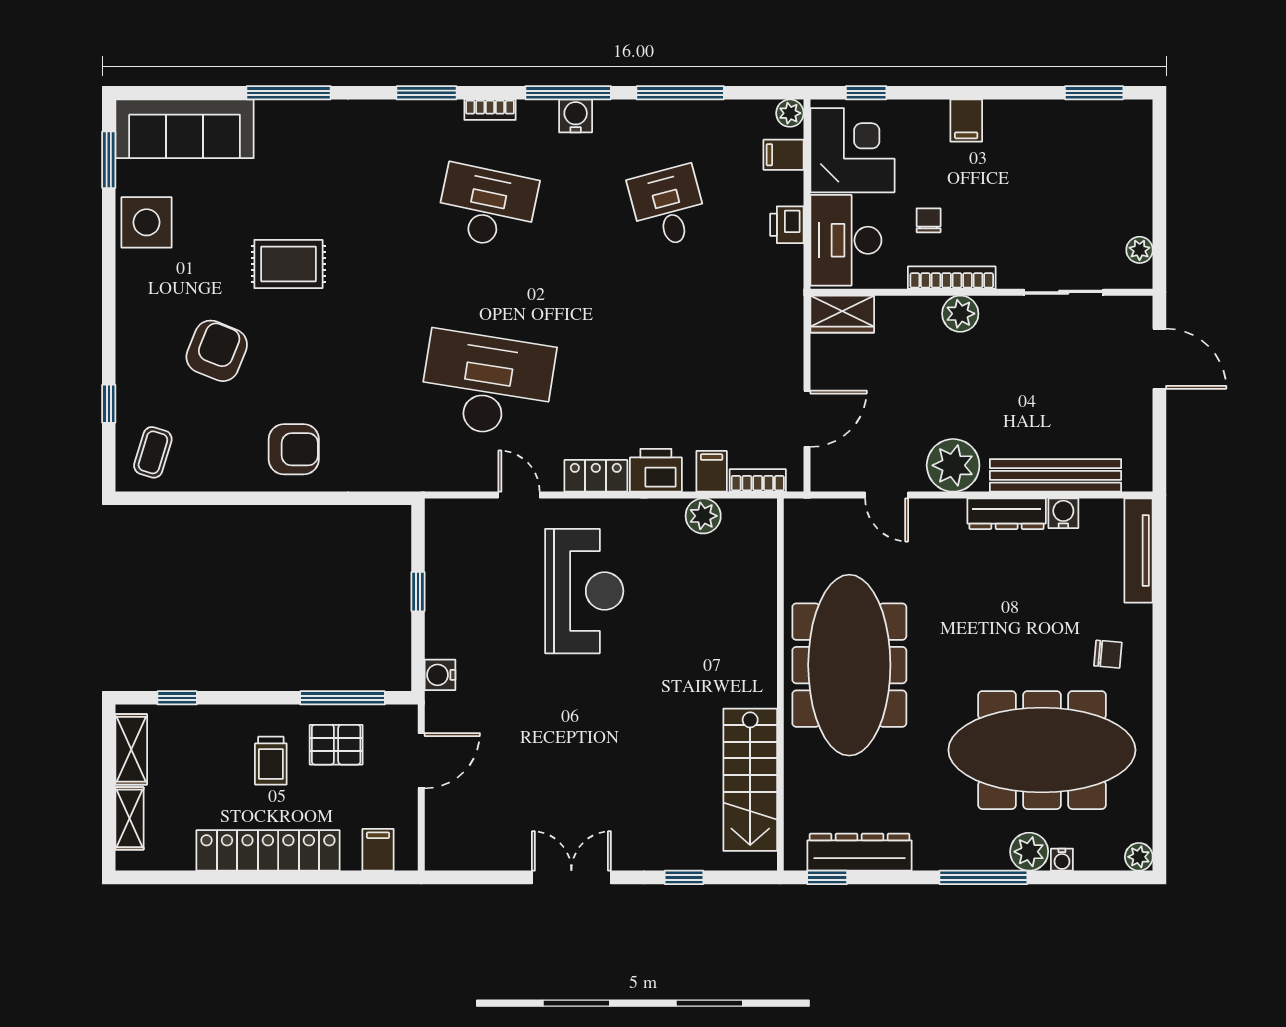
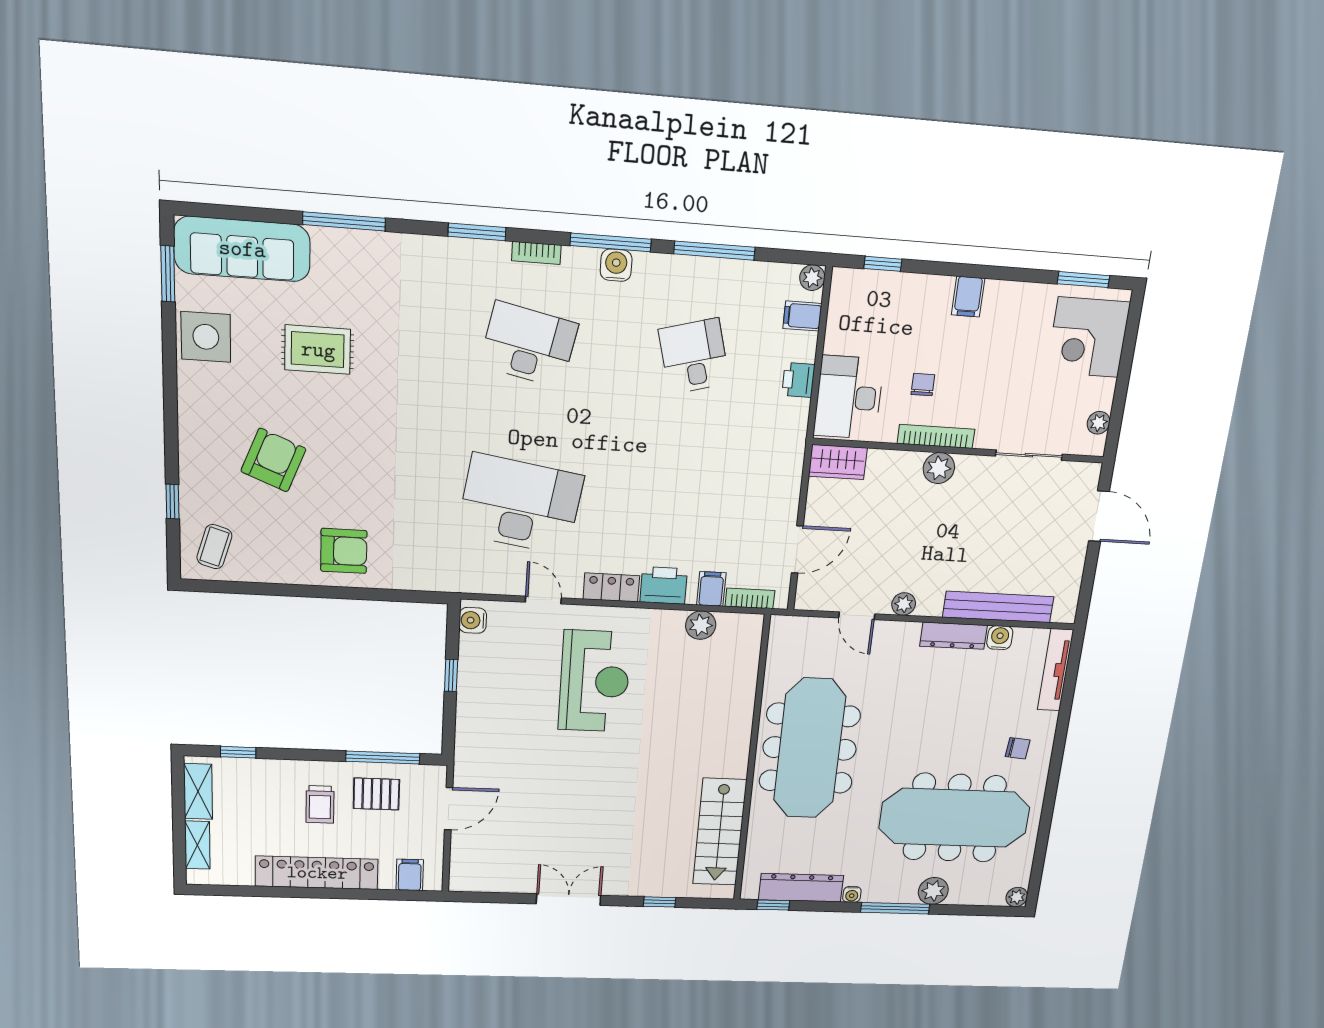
corner desk: (852, 150) -> (1088, 337), moved, turned 180
rug: (288, 264) -> (318, 350), moved
plant: (953, 465) -> (904, 604), width x0.53, depth x0.53
water cooler: (440, 675) -> (473, 620), moved
water cooler: (1062, 860) -> (852, 894), moved

